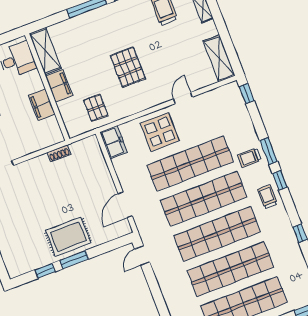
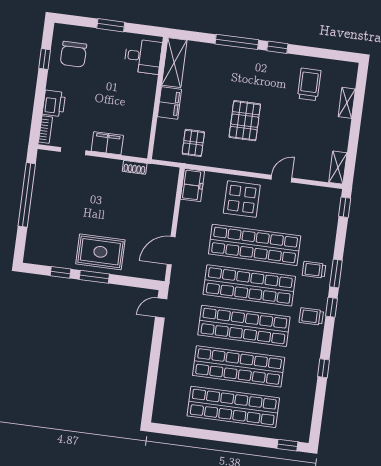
shelving: (219, 58) -> (338, 168), width x0.67, depth x0.75
filing cabinet: (42, 105) -> (107, 143), moved, turned 90
trolley: (267, 197) -> (311, 316), turned -90

